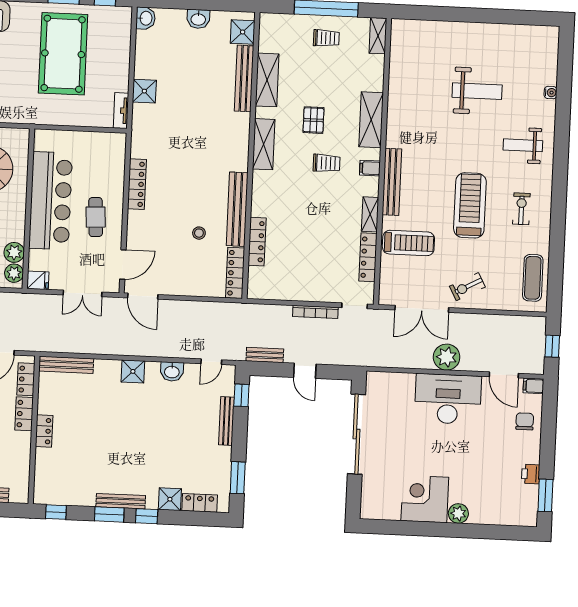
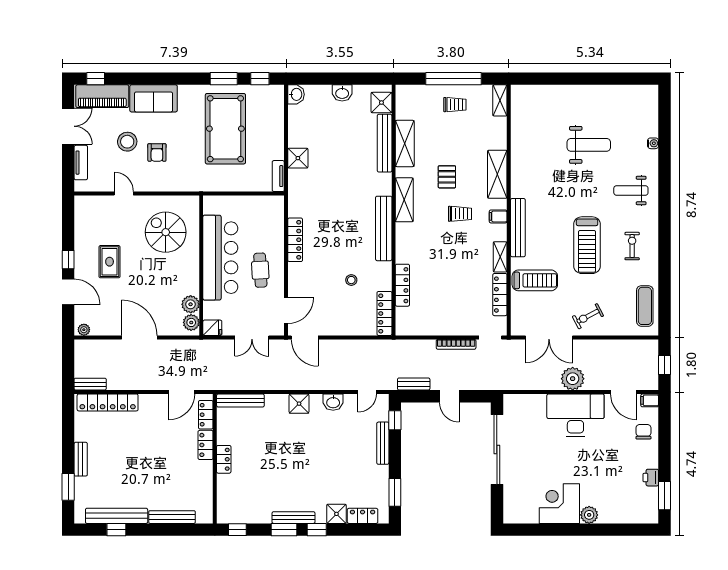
treadmill: (470, 205) -> (587, 245), turned 180
bench: (237, 209) -> (384, 228), moved

